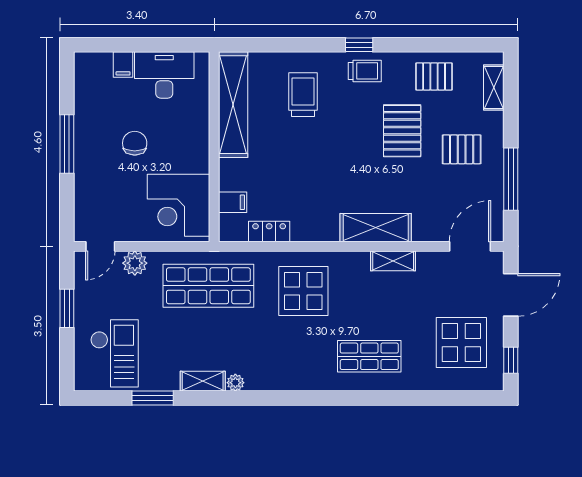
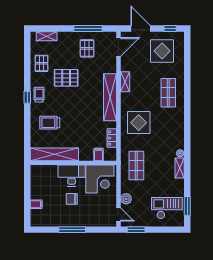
desk: (164, 75) -> (72, 176), moved, turned 90
pallet: (462, 149) -> (87, 48), moved
shelving: (376, 228) -> (110, 97), width x1.47
door: (470, 246) -> (118, 47), swing flipped
shop shelf: (208, 286) -> (136, 166), width x0.70, depth x0.74
window: (67, 308) -> (136, 230), moved
window: (153, 398) -> (187, 206), moved

